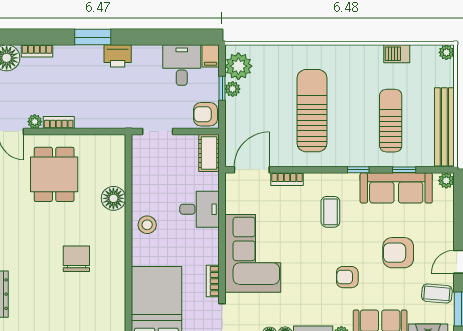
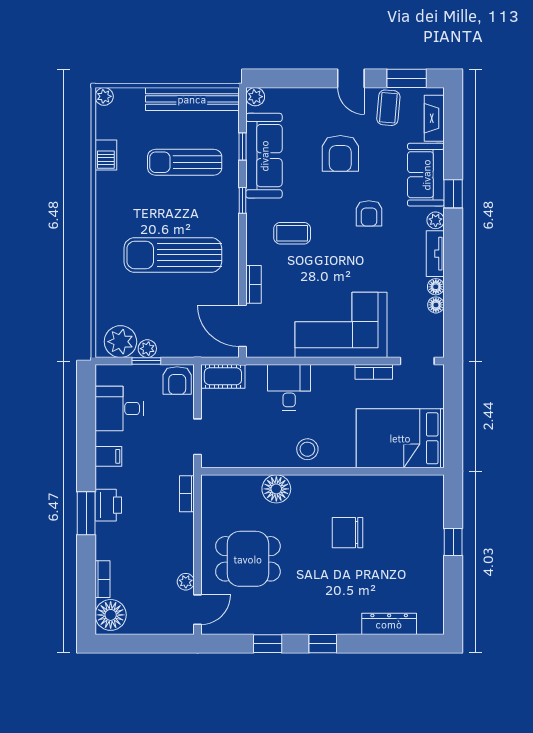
printer: (118, 56) -> (108, 505), moved
filing cabinet: (211, 56) -> (108, 456), moved
bookcase: (59, 123) -> (187, 494), moved

